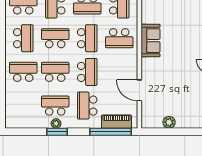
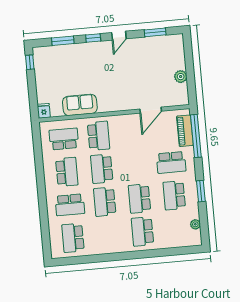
school desk: (23, 38) -> (108, 235), removed
school desk: (87, 38) -> (102, 169), turned -90
sofa: (151, 41) -> (80, 105), moved
school desk: (87, 72) -> (136, 166), removed
plant: (56, 123) -> (195, 224), moved

